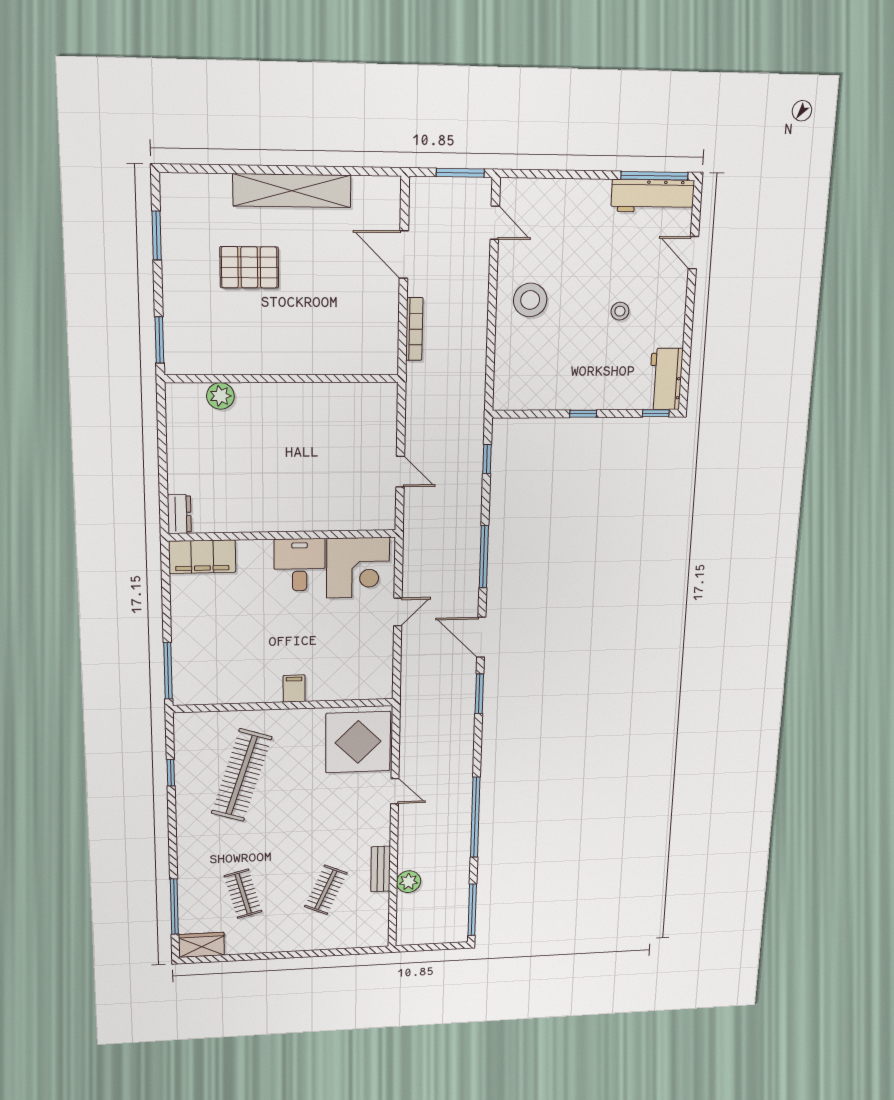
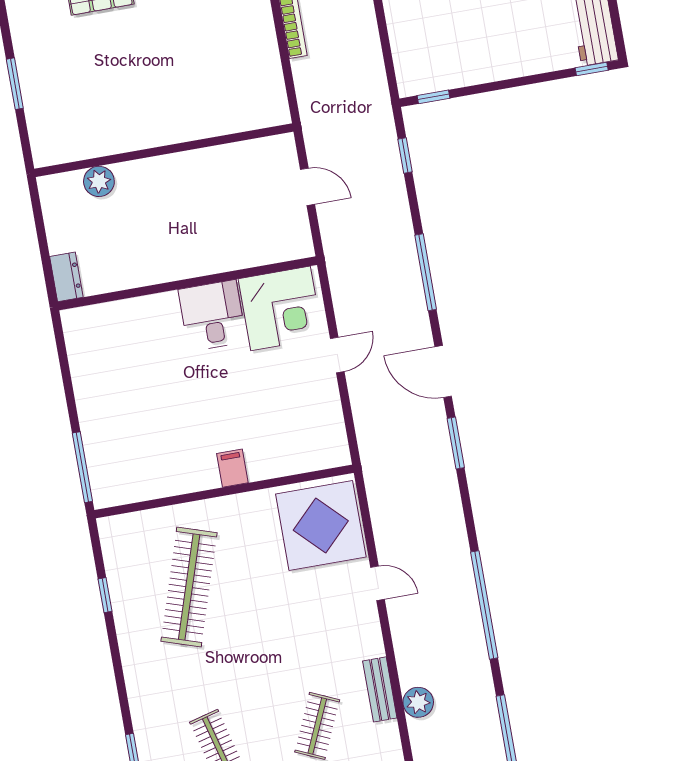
wall: (282, 379) -> (164, 150), moved
plant: (220, 396) -> (99, 181), moved
window: (583, 414) -> (434, 97), moved
filing cabinet: (202, 557) -> (100, 323), removed

